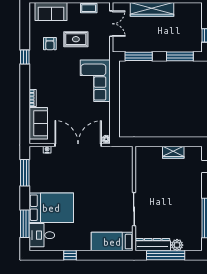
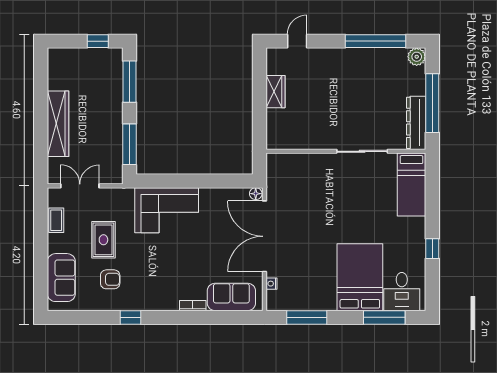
plant: (177, 245) -> (417, 57), moved

